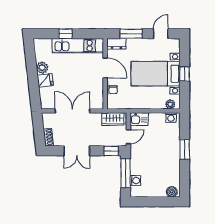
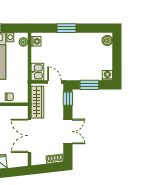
wardrobe: (113, 119) -> (37, 102), width x1.50
window: (125, 173) -> (89, 85), width x0.69
washing machine: (135, 180) -> (107, 75), moved

